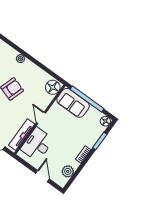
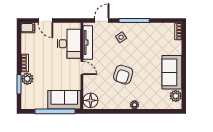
floor lamp: (105, 121) -> (26, 104), removed
plant: (68, 171) -> (27, 79), moved
filing cabinet: (60, 180) -> (28, 28), added

